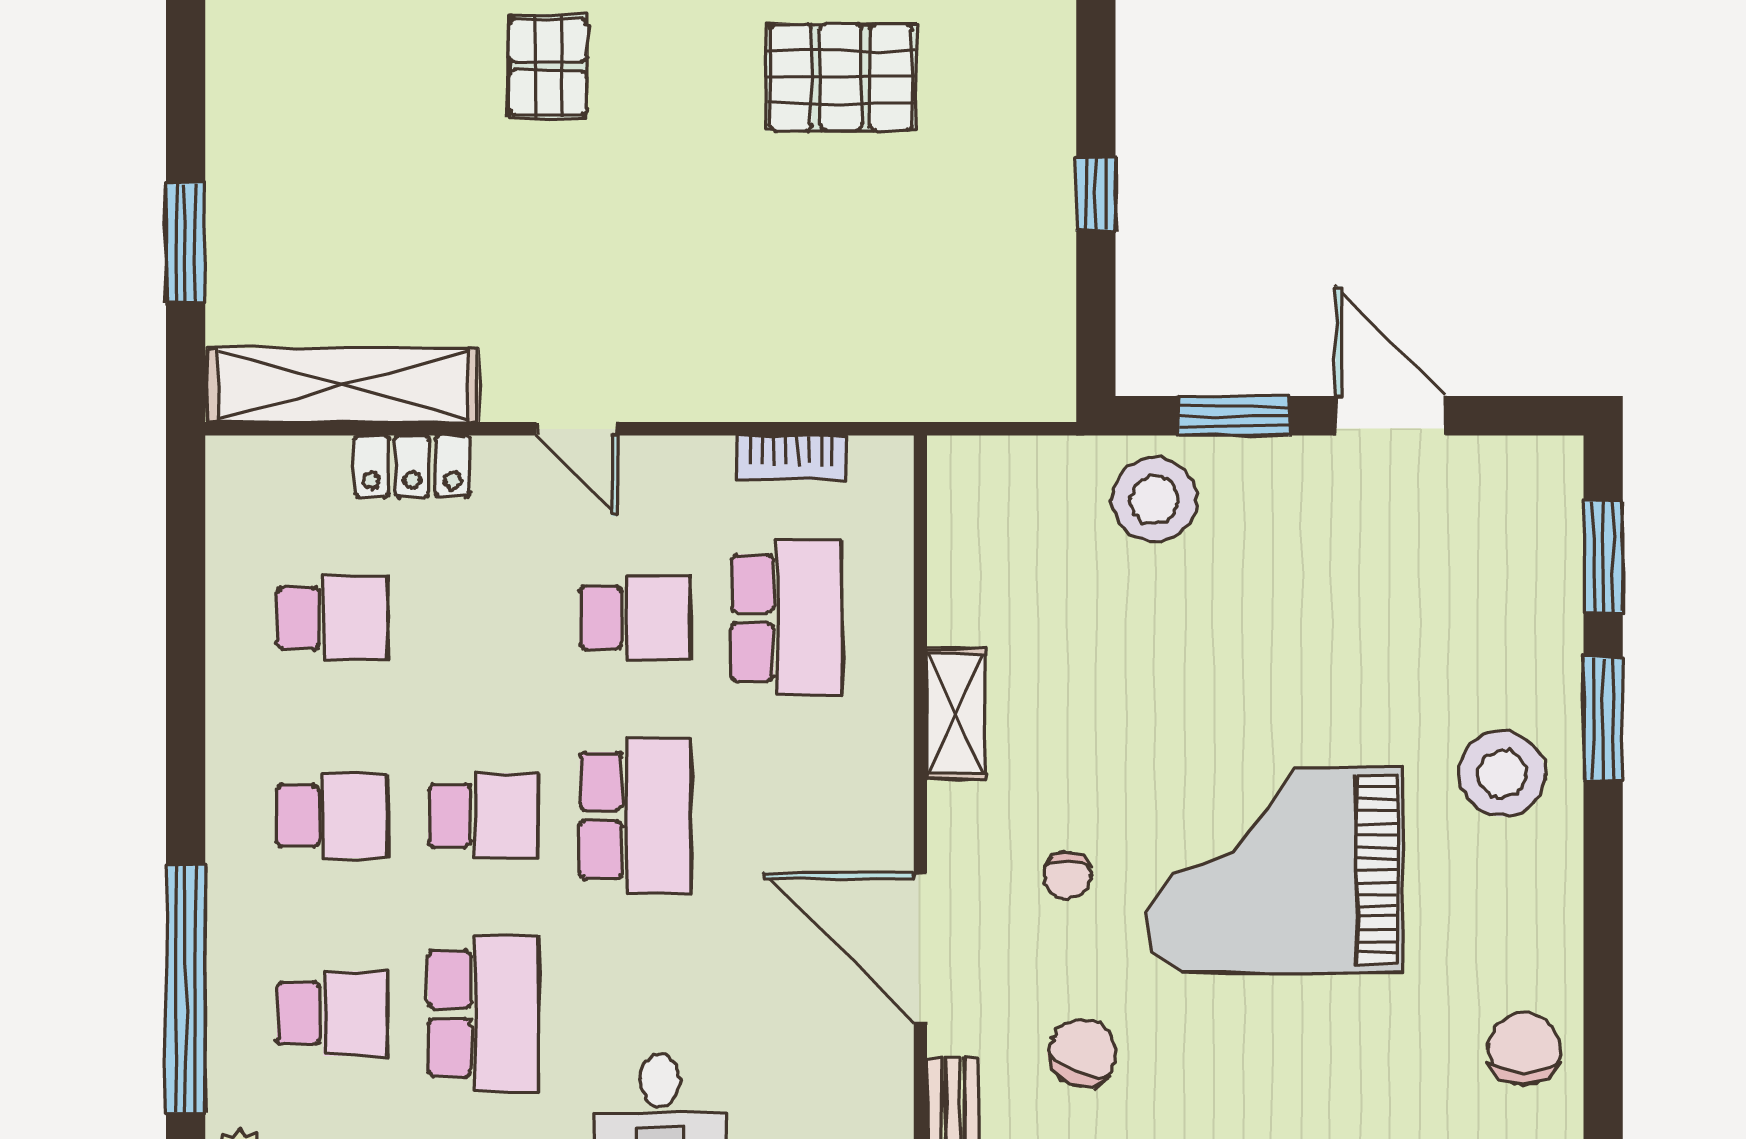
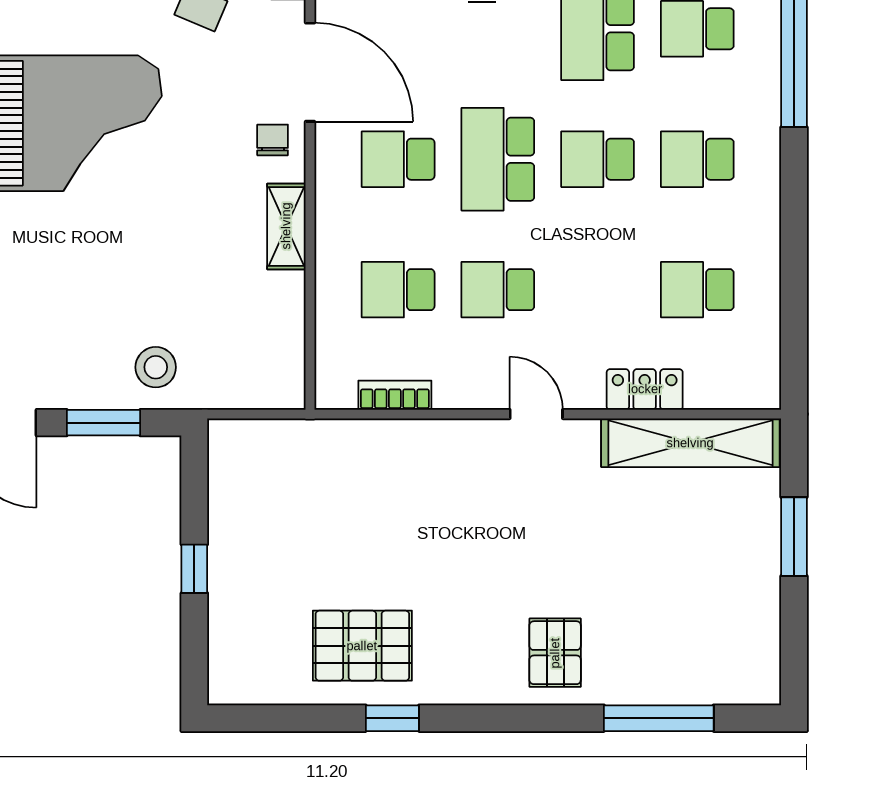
stool: (1154, 500) -> (156, 367), width x0.73, depth x0.73
school desk: (787, 618) -> (398, 290), width x0.54
school desk: (787, 816) -> (398, 159), added
chair: (1067, 875) -> (273, 140), moved

